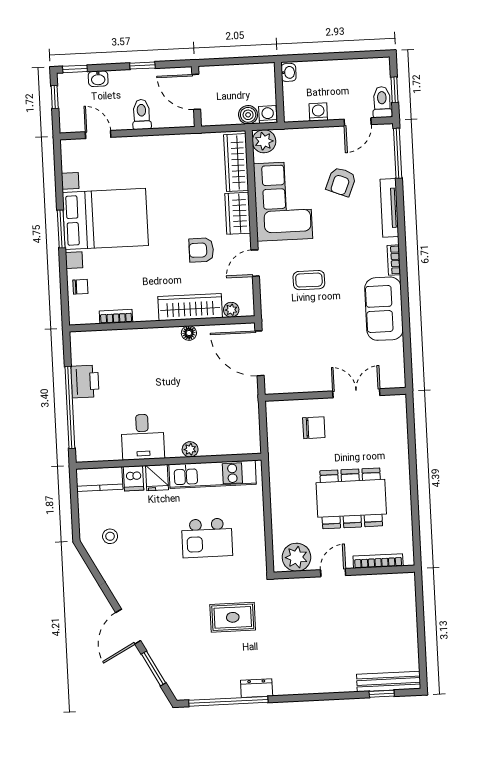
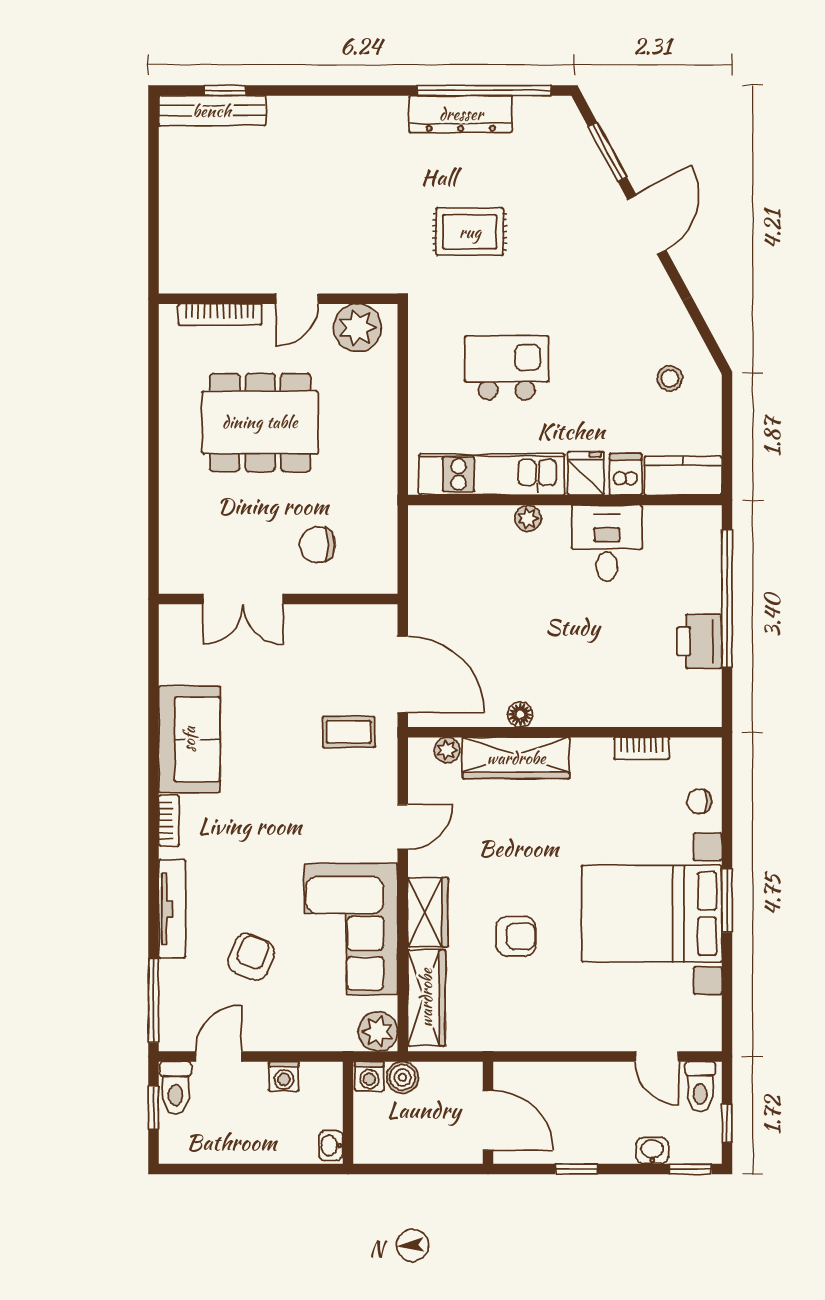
toilet: (142, 114) -> (700, 1087), moved
armchair: (201, 250) -> (516, 936), moved
coffee table: (309, 280) -> (349, 732), moved
dresser: (257, 688) -> (461, 114), width x1.96, depth x1.24

